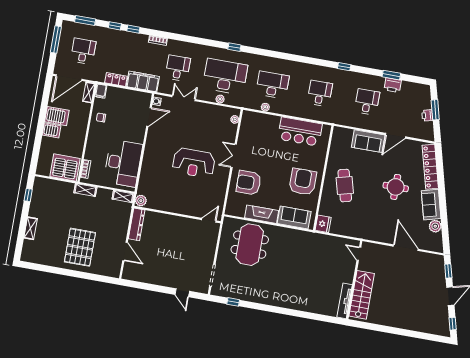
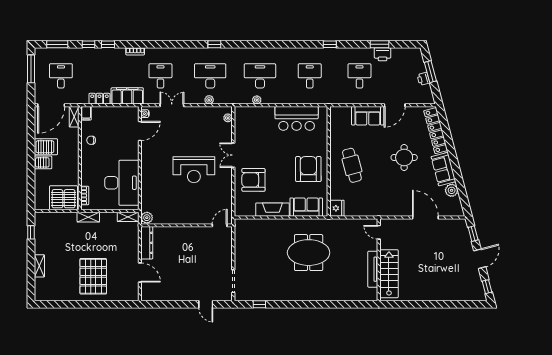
desk: (225, 77) -> (210, 76), width x0.73, depth x0.77
meeting table: (250, 245) -> (309, 253), moved, turned 90
tv unit: (345, 301) -> (373, 269), moved

